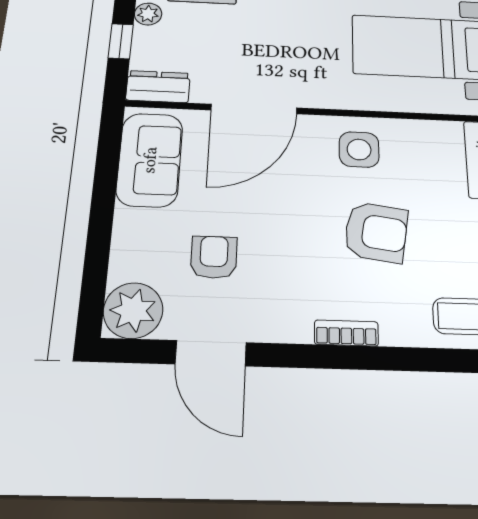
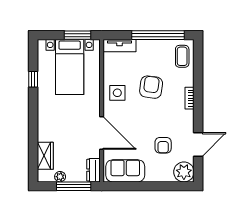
window: (121, 41) -> (74, 186), width x2.17
armchair: (214, 257) -> (163, 145), turned -90

